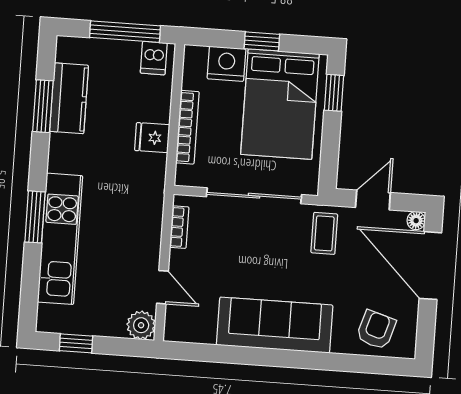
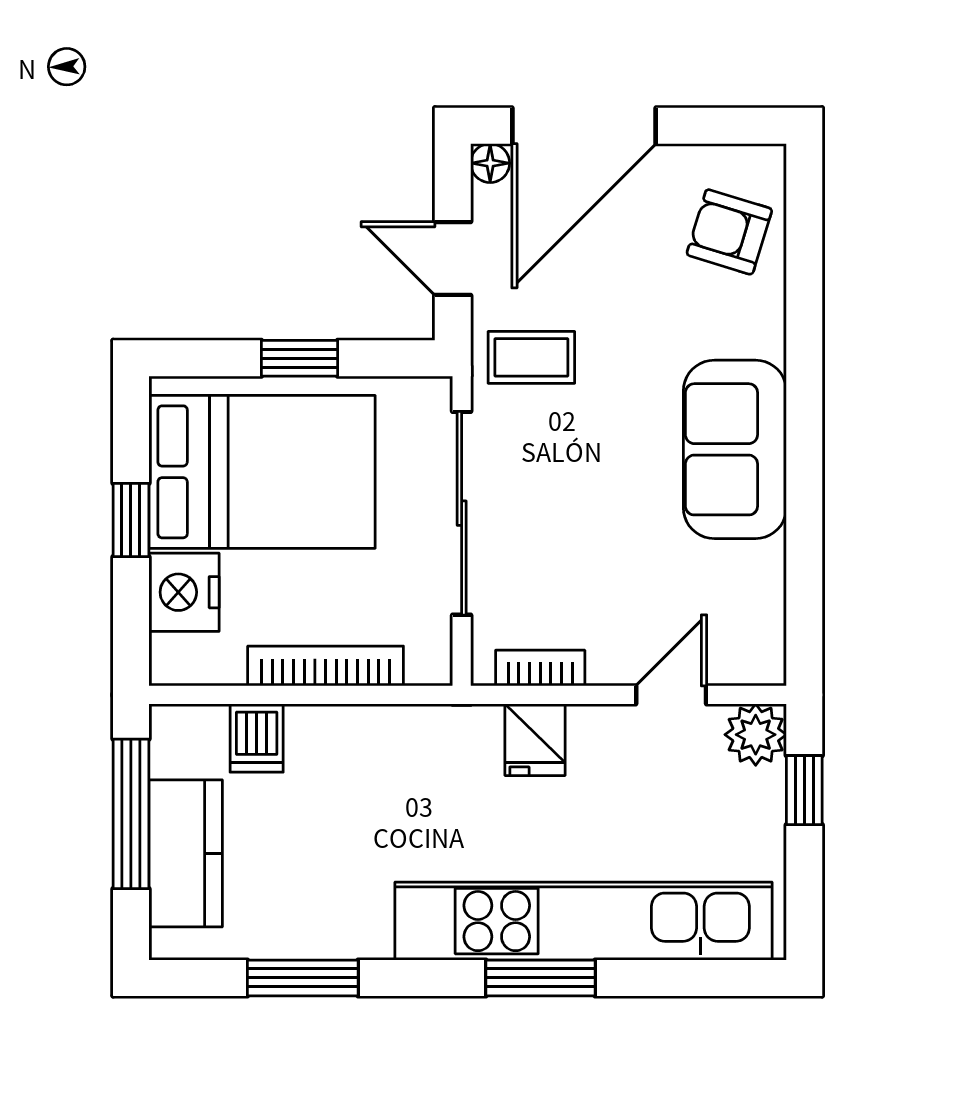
dishwasher: (154, 58) -> (257, 738), moved, turned 90
window: (334, 93) -> (300, 358), moved
kitchen counter: (69, 98) -> (186, 853), moved, turned 90
fridge: (152, 138) -> (535, 740), moved
kitchen unit: (60, 239) -> (583, 921), width x1.36
sofa: (275, 325) -> (735, 449), width x0.73
window: (76, 343) -> (804, 790), moved

